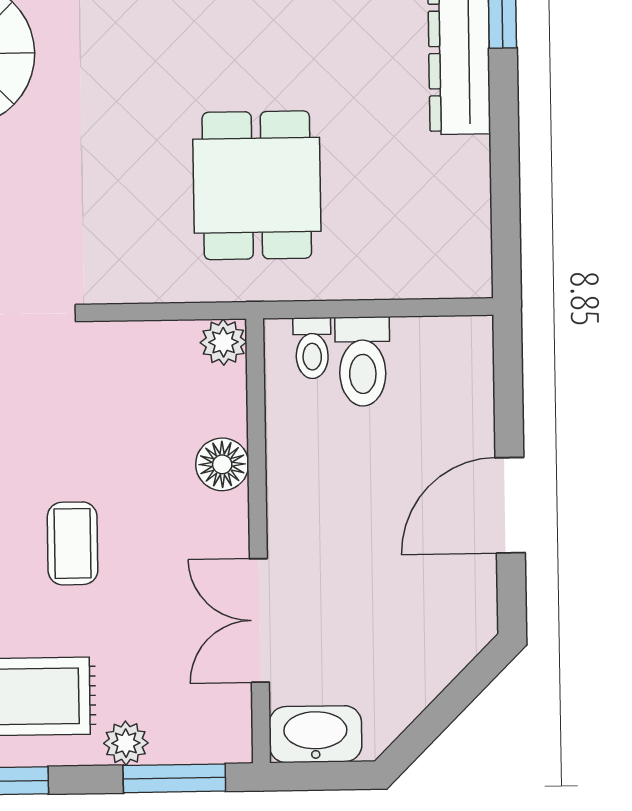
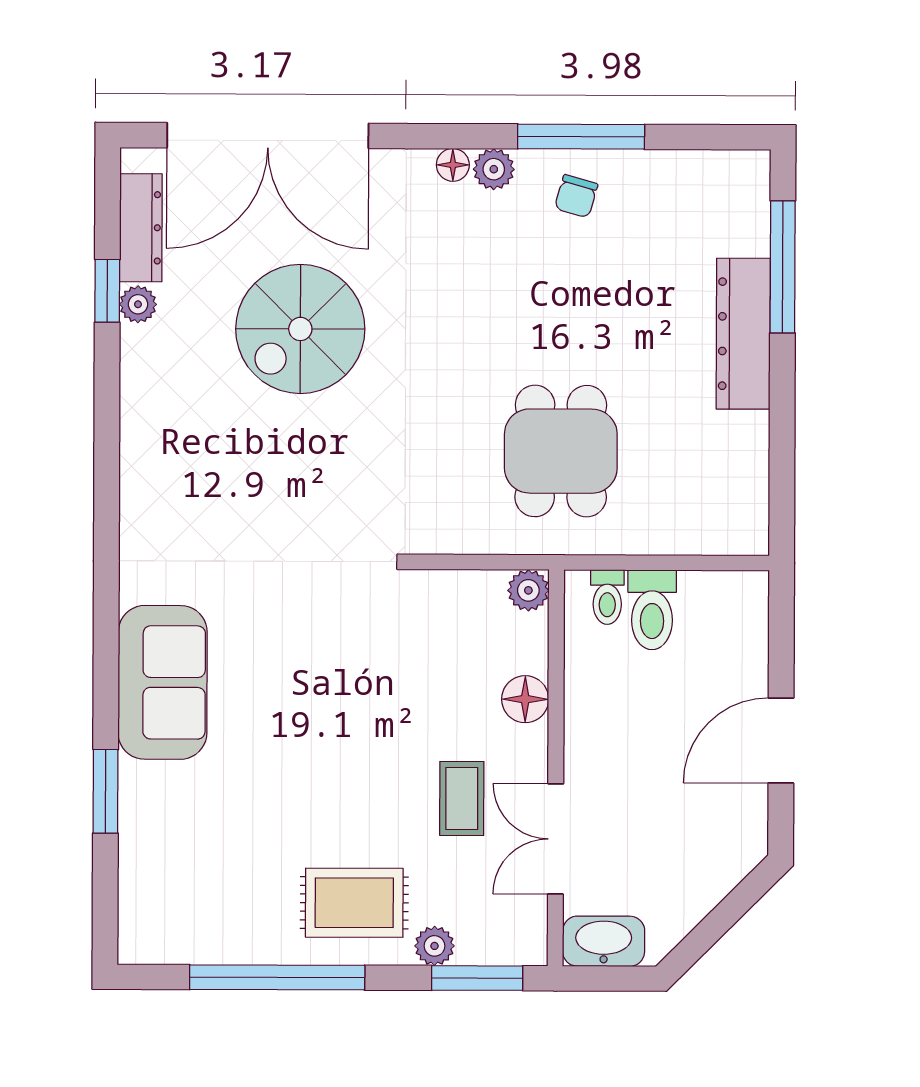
coffee table: (73, 543) -> (462, 798), moved

